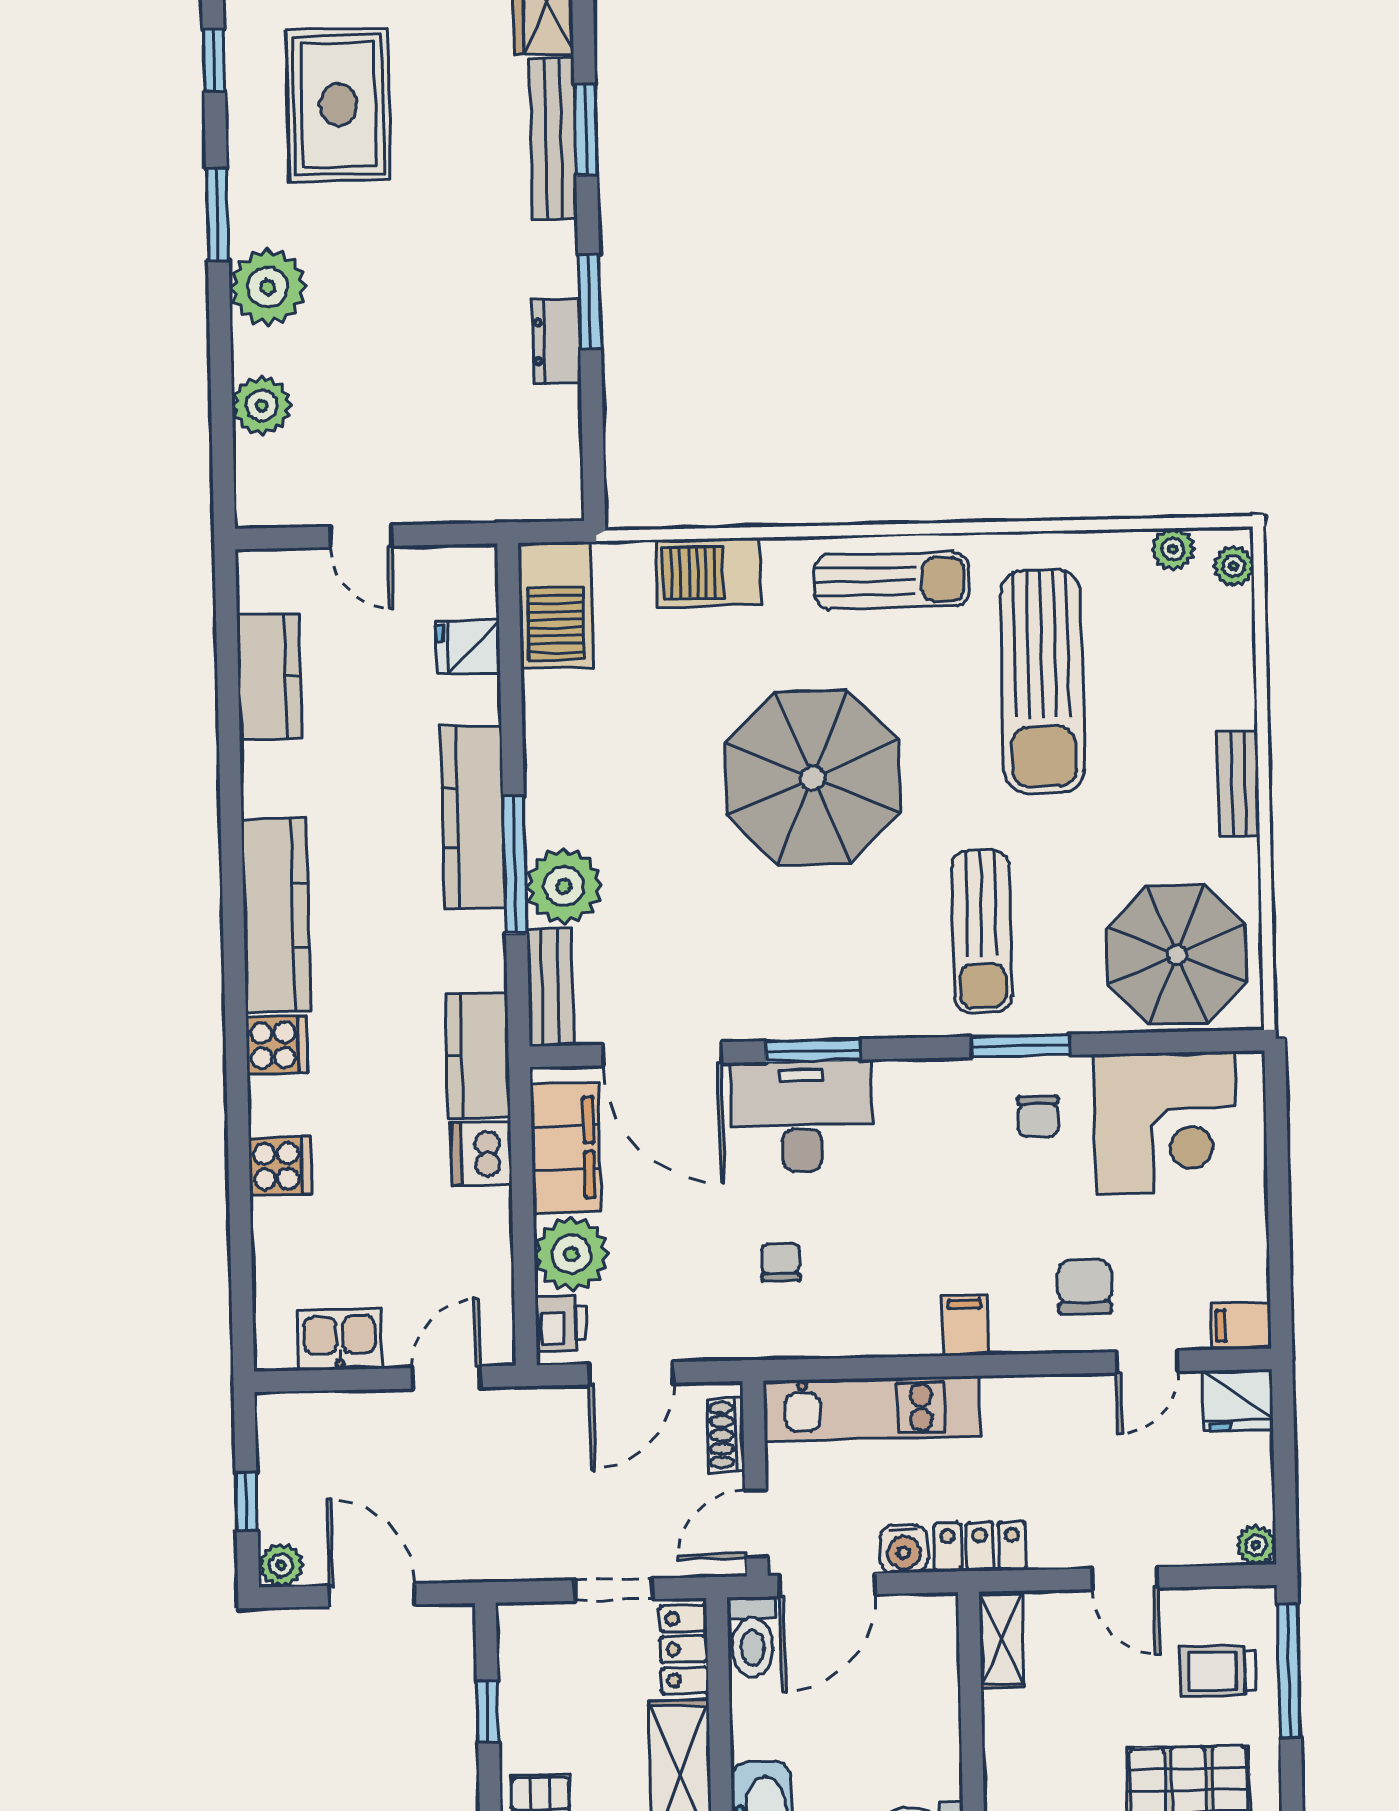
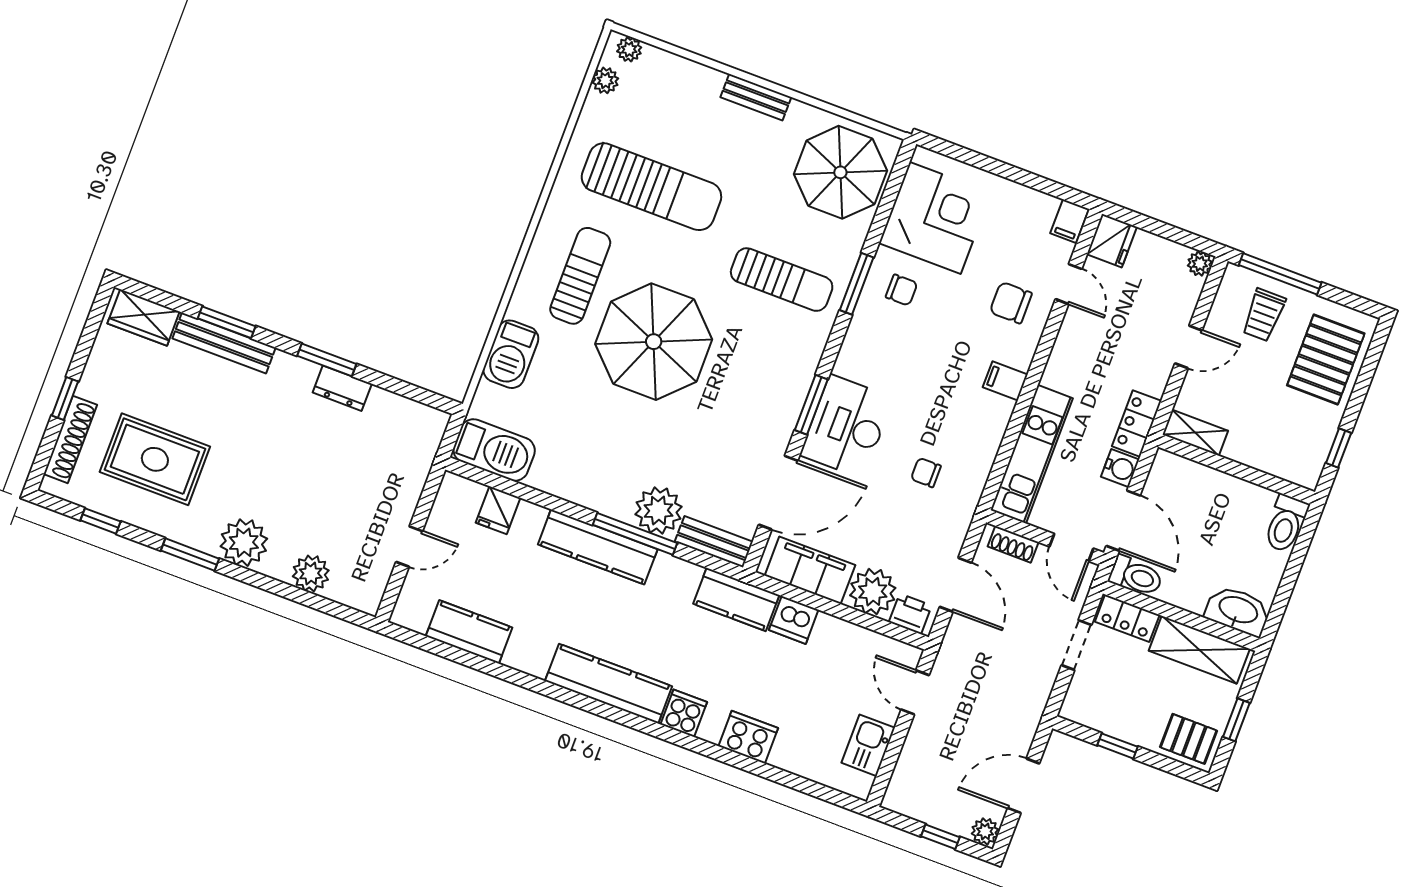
sun lounger: (891, 581) -> (580, 276), moved
cooker: (280, 1166) -> (748, 737), width x1.36

